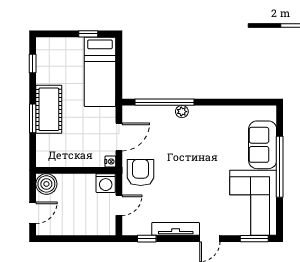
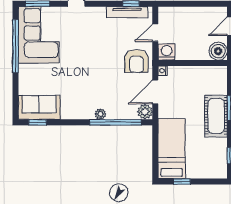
window: (254, 102) -> (38, 122), added
plant: (131, 114) -> (145, 112), added
sofa: (263, 145) -> (39, 107), moved, turned -90
window: (280, 167) -> (16, 46), moved
tv unit: (176, 229) -> (127, 12), moved

